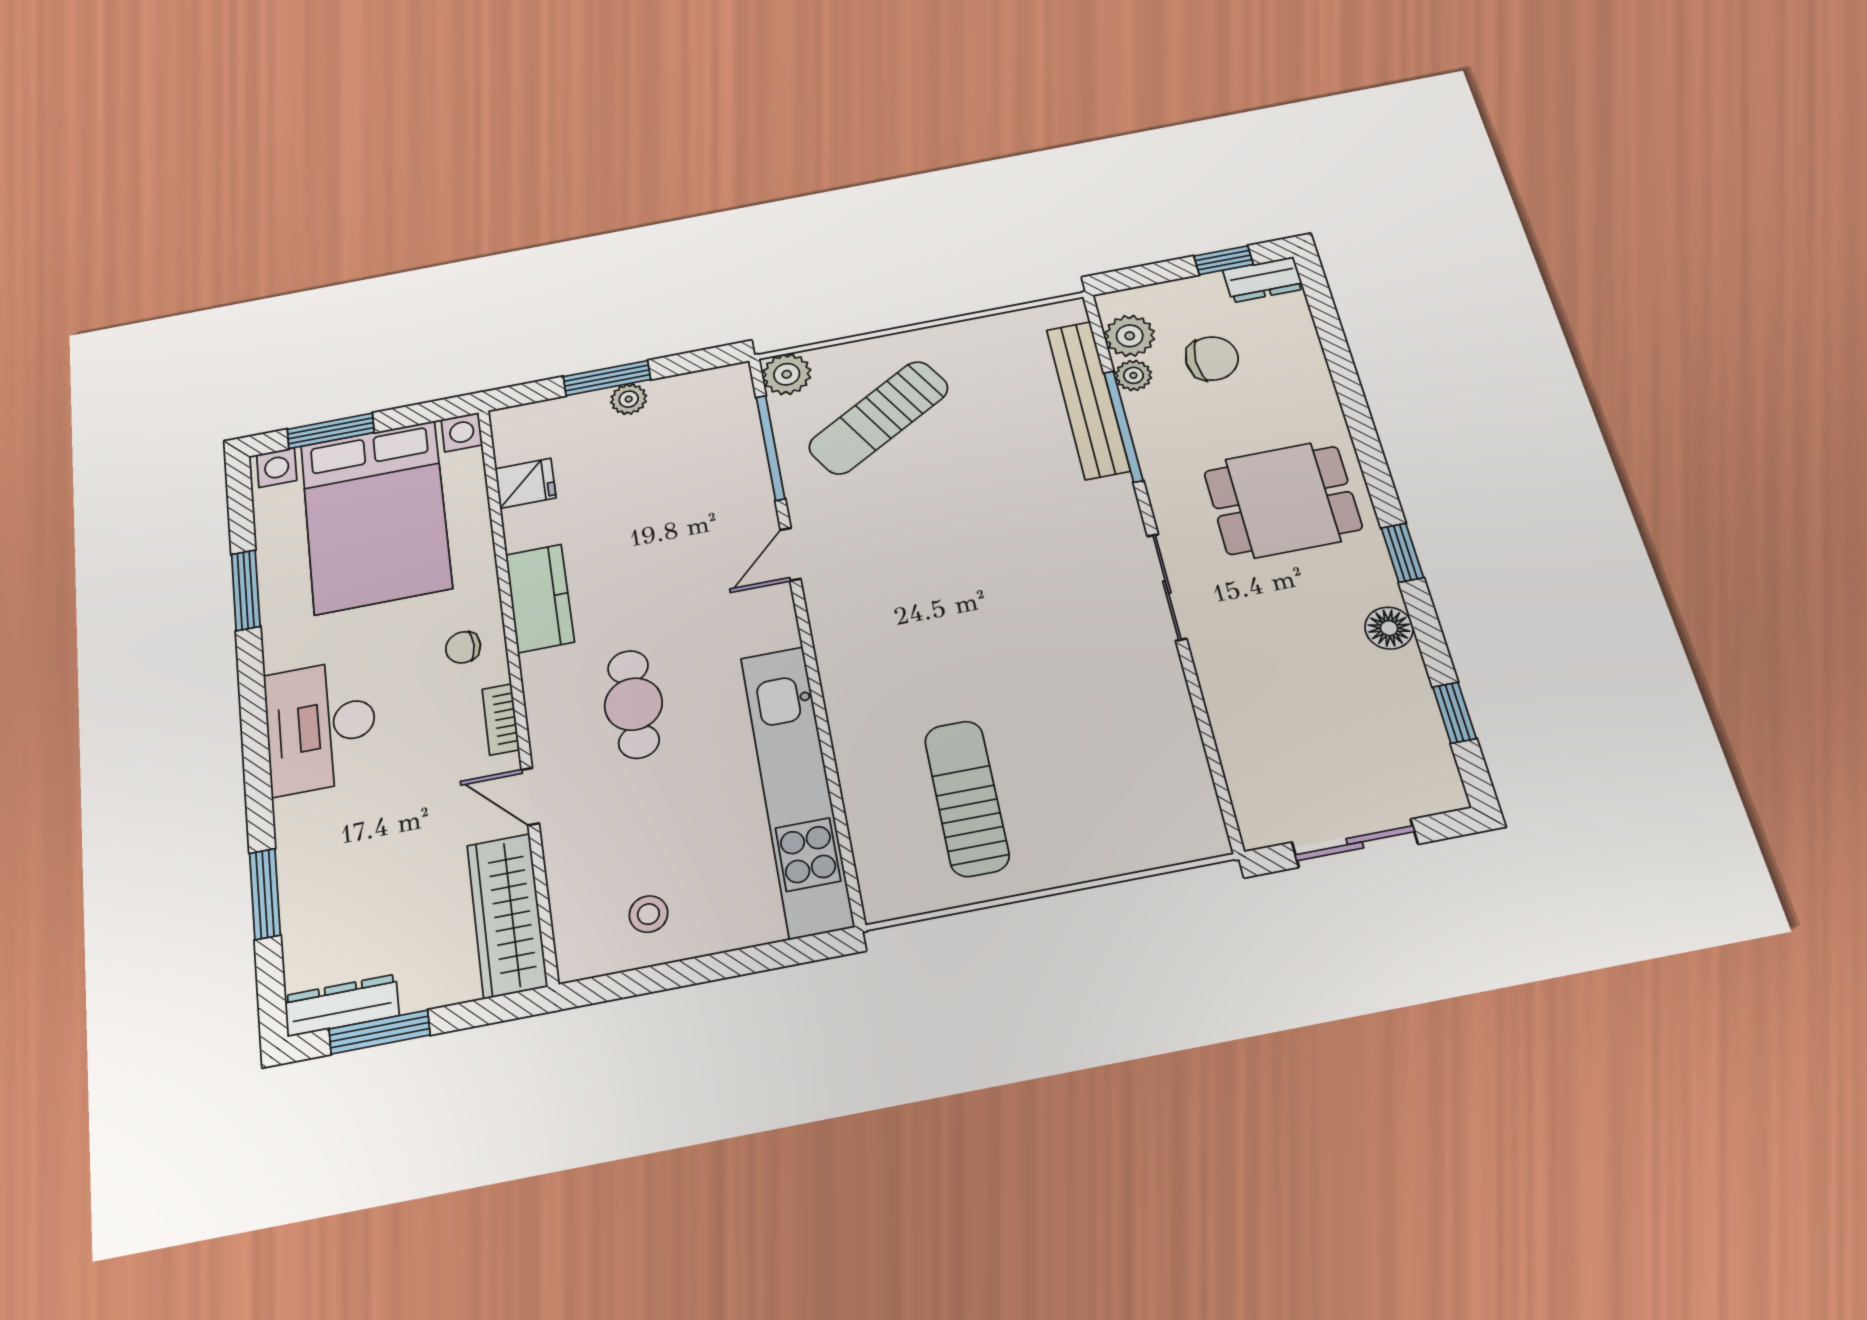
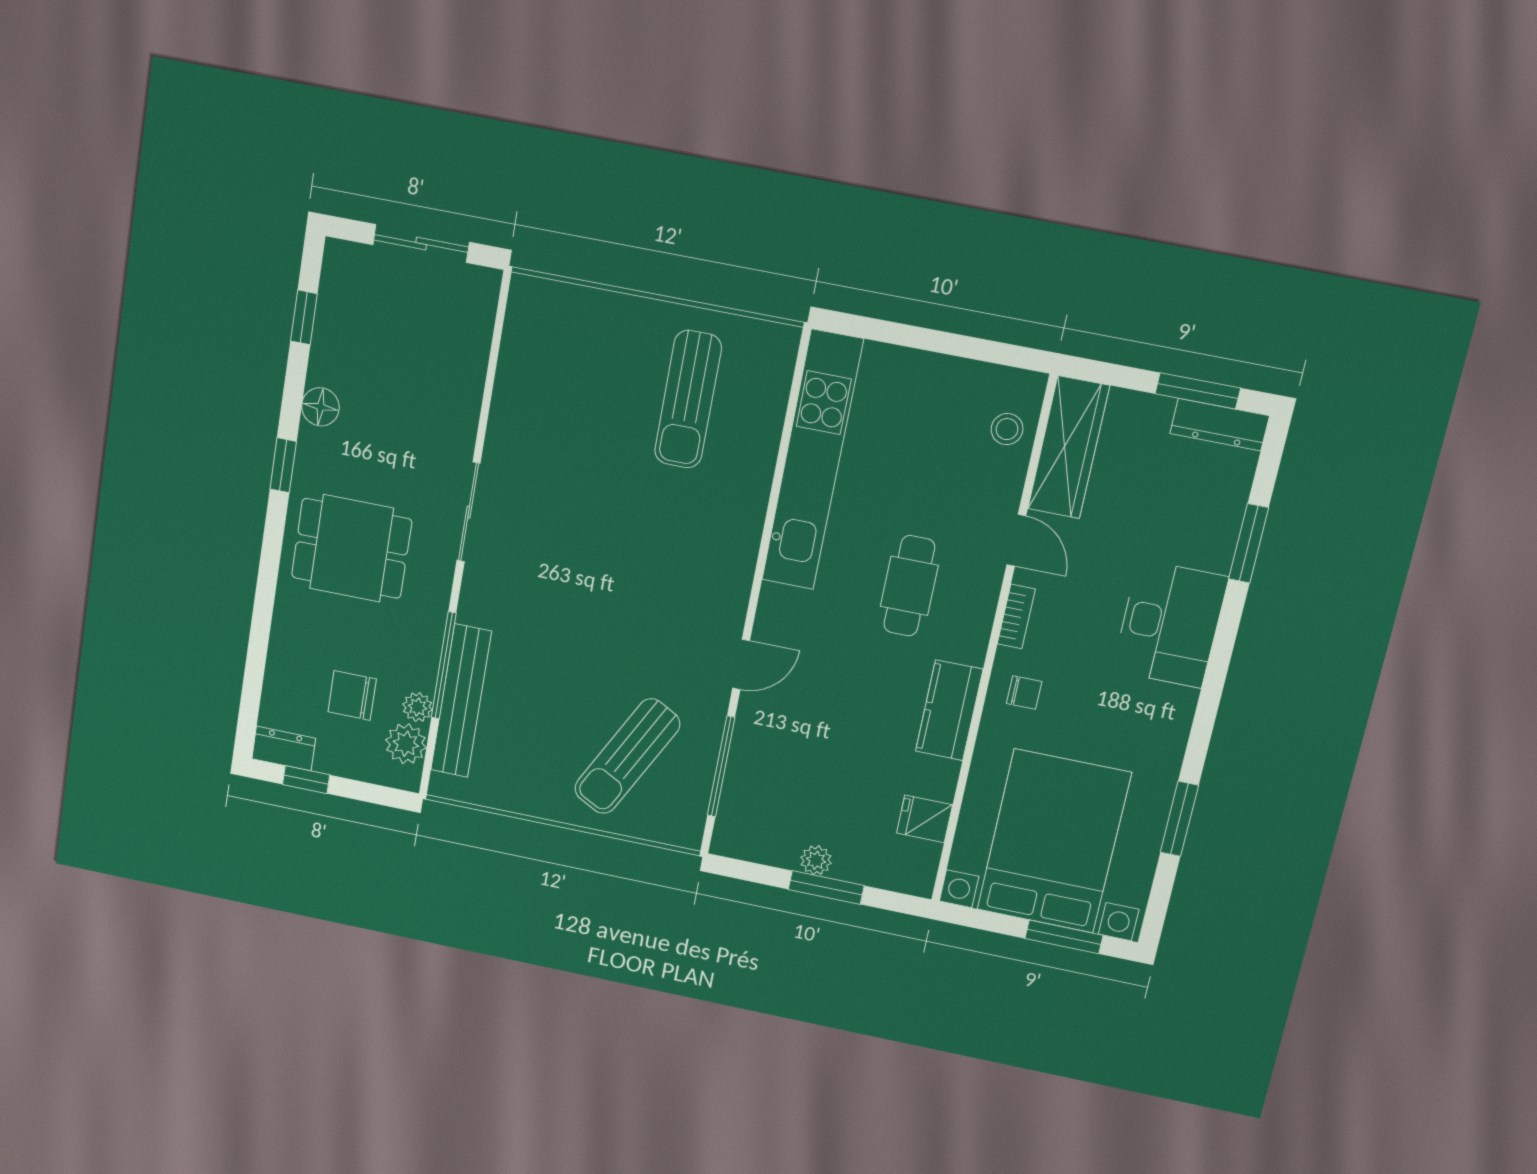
plant: (787, 374) -> (684, 828), removed
sun lounger: (879, 417) -> (627, 756), turned 149
desk: (321, 726) -> (1170, 624), moved
stool: (648, 914) -> (1007, 429), moved

